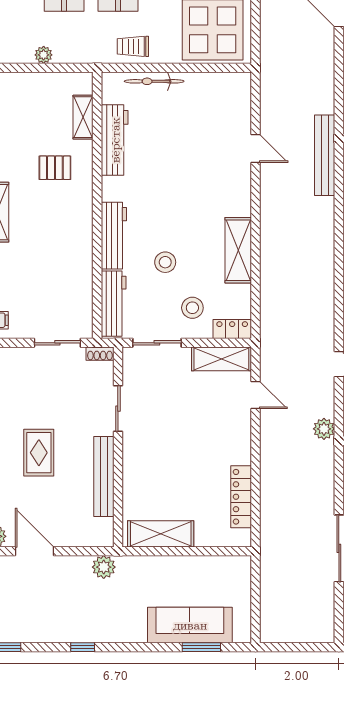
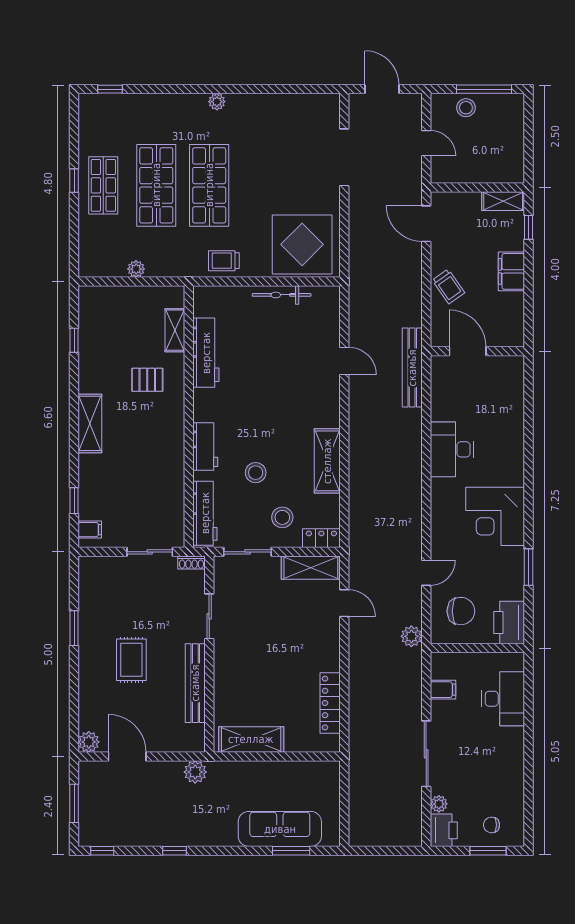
bicycle: (154, 81) -> (282, 295), moved
workbench: (114, 236) -> (205, 447), width x0.73

